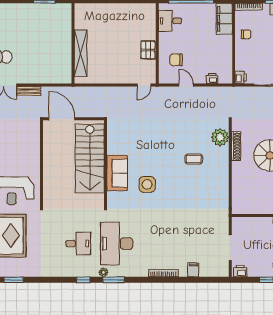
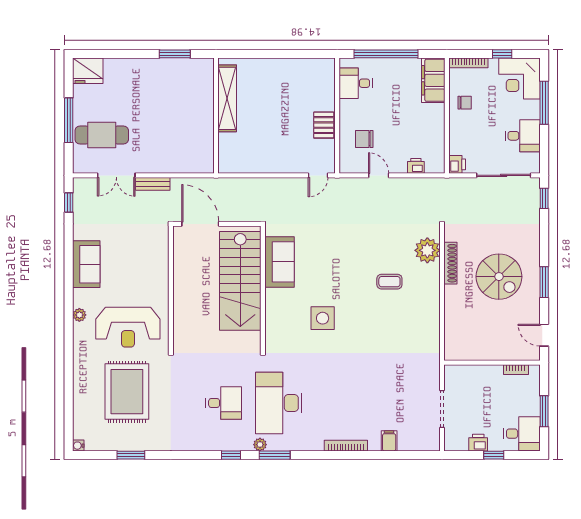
shelving: (81, 53) -> (227, 98), moved
sofa: (117, 173) -> (279, 262), moved
printer: (240, 271) -> (478, 443), moved

